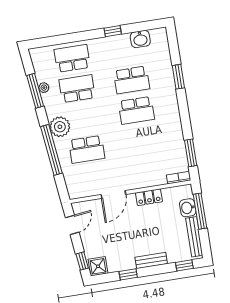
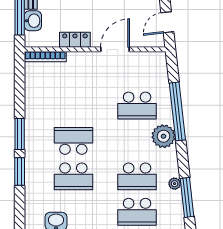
school desk: (132, 80) -> (73, 176), turned 180
window: (35, 91) -> (187, 197), moved
school desk: (87, 149) -> (137, 106), turned 180
window: (191, 153) -> (20, 134), moved
bookcase: (179, 178) -> (45, 57), width x1.56

